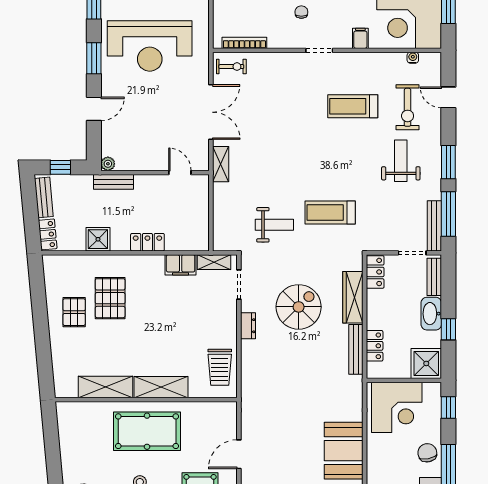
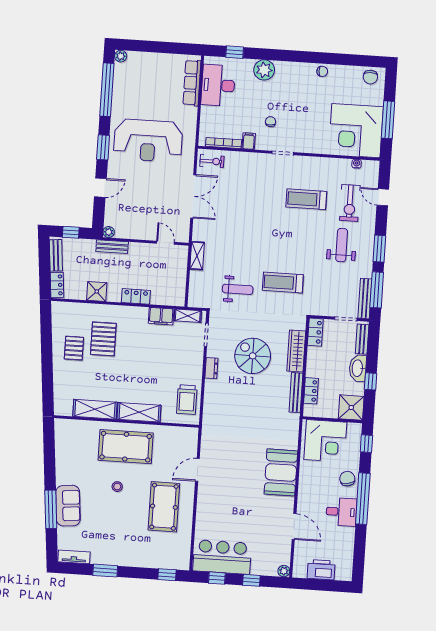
filing cabinet: (360, 38) -> (249, 141), moved
shelving: (221, 164) -> (197, 256), moved
spiral stairs: (299, 307) -> (253, 356), turned -90

